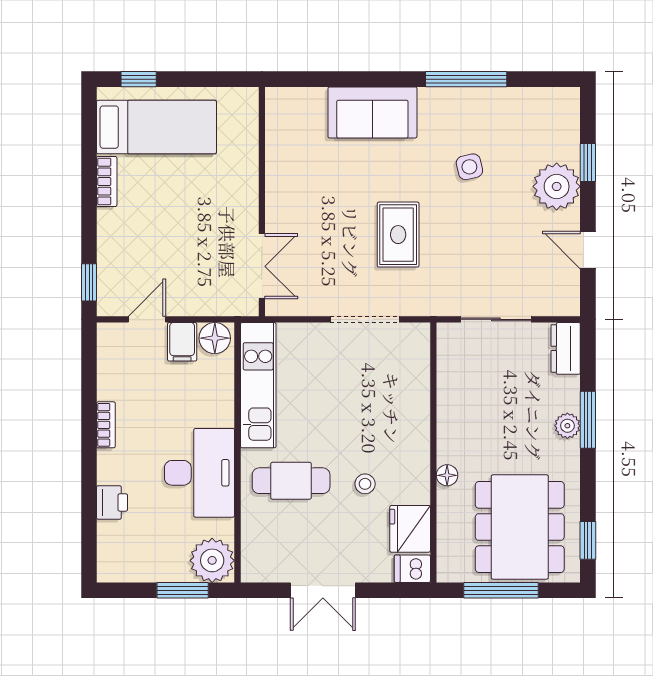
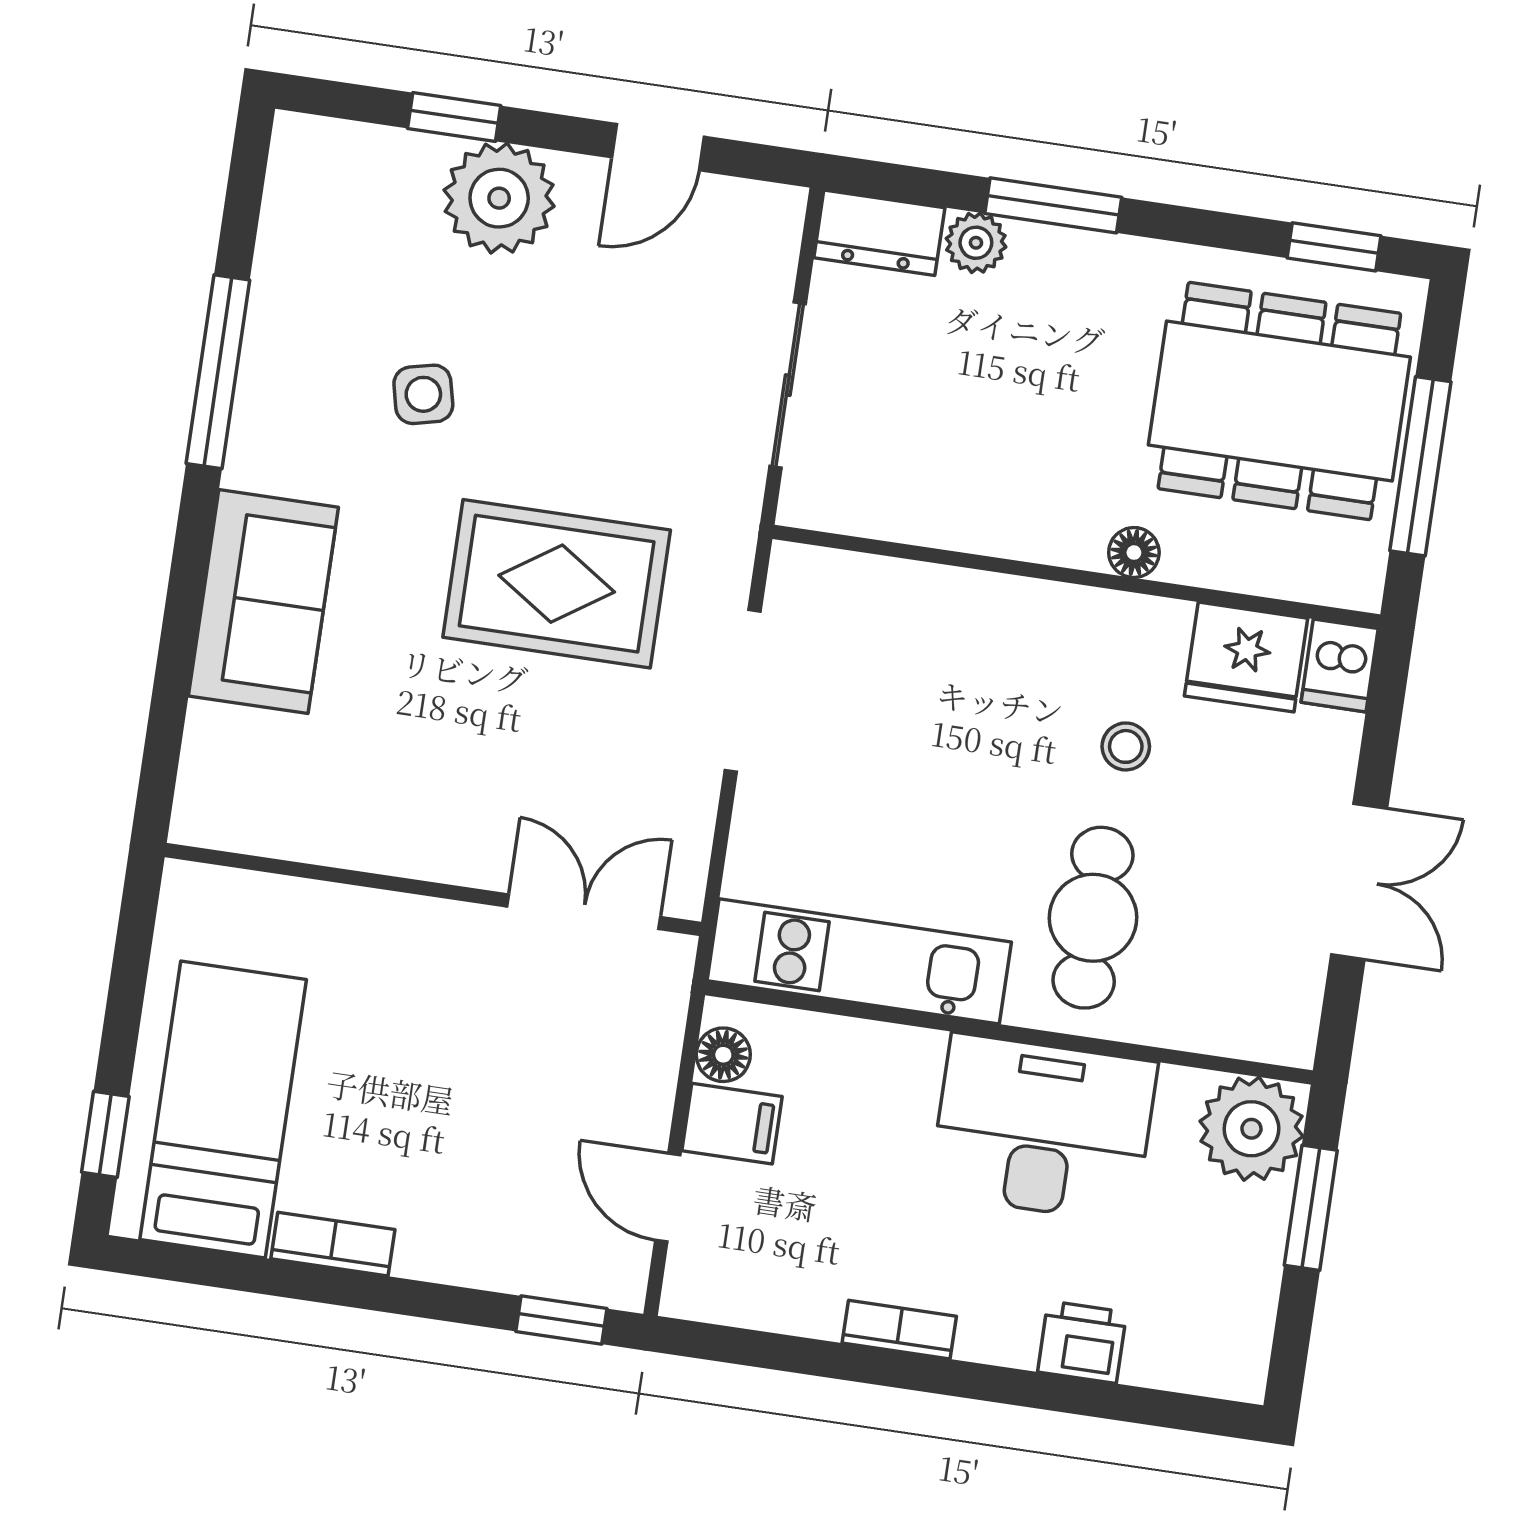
rug: (398, 235) -> (557, 584), width x1.36, depth x1.43
floor lamp: (215, 338) -> (723, 1055), width x0.73, depth x0.73
plant: (567, 426) -> (976, 243), moved

